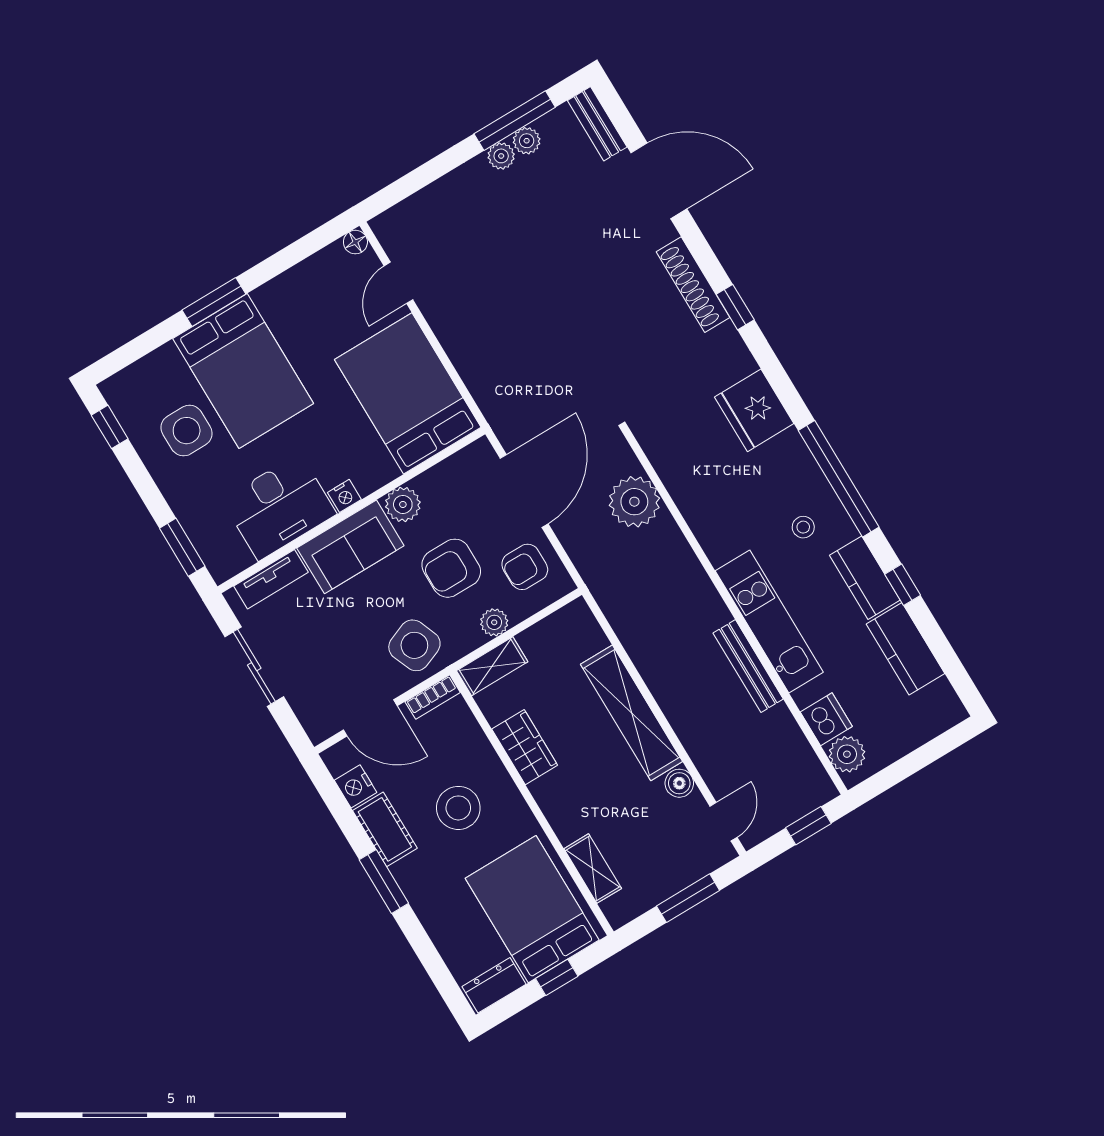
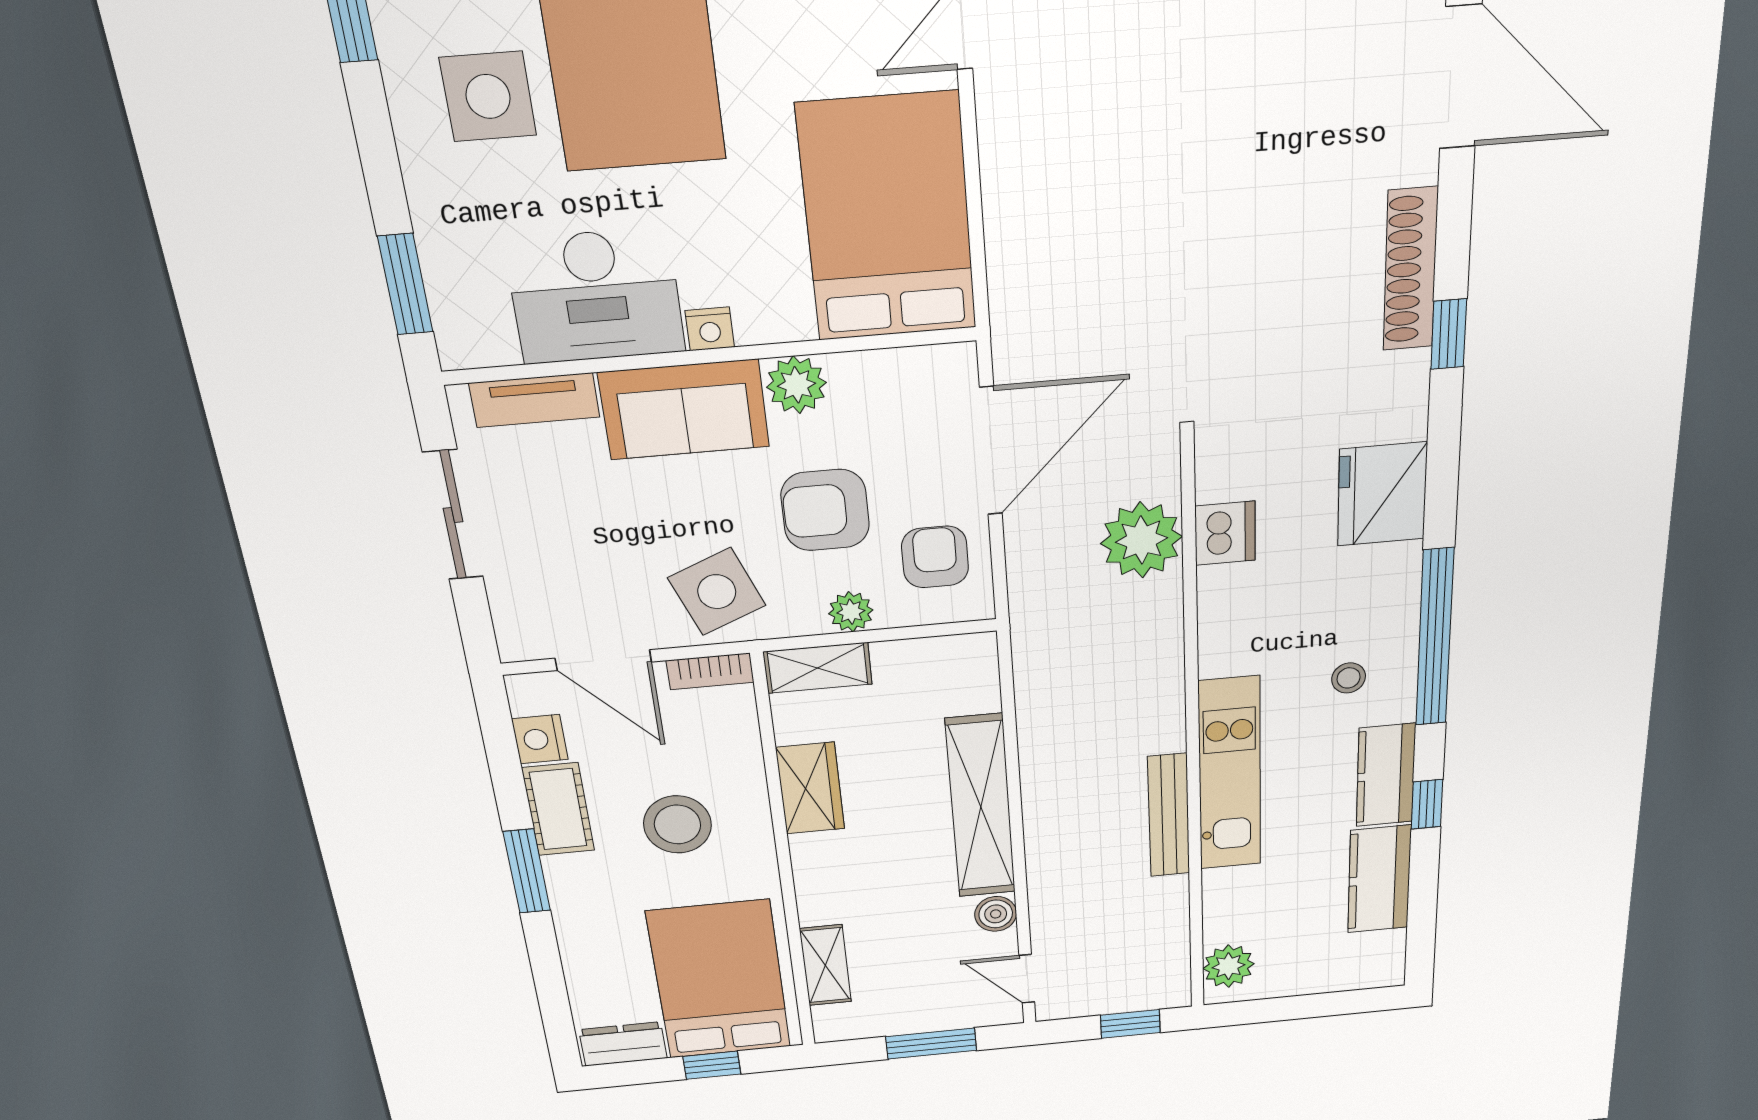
armchair: (525, 567) -> (935, 557), turned 90
dishwasher: (826, 719) -> (1225, 533), moved
door: (724, 822) -> (1027, 979), swing flipped

